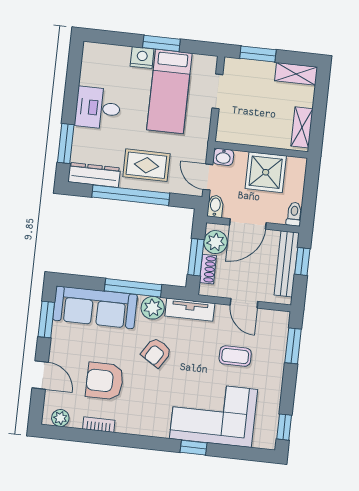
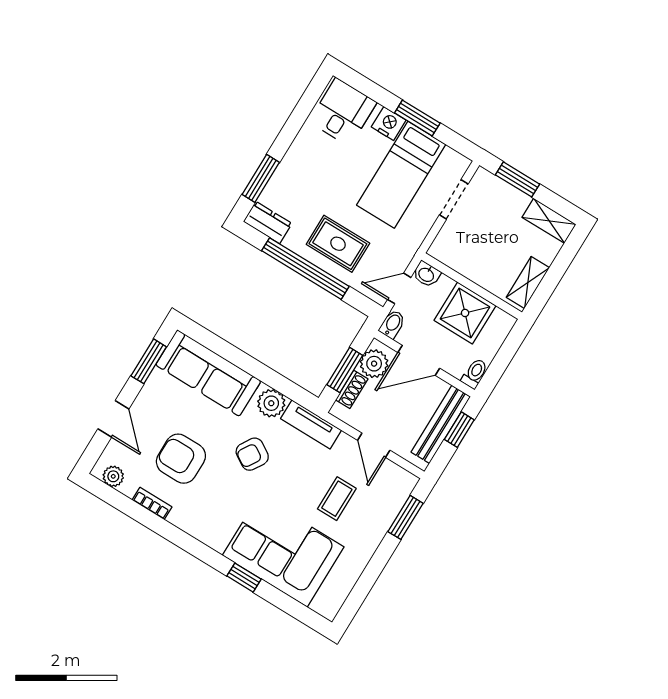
desk: (98, 108) -> (343, 112), moved, turned 90
dresser: (94, 175) -> (268, 223), width x0.70
door: (208, 177) -> (399, 288), hinge flipped
window: (133, 288) -> (260, 371), removed
coffee table: (235, 356) -> (337, 499), turned 90
window: (284, 427) -> (354, 602), removed

